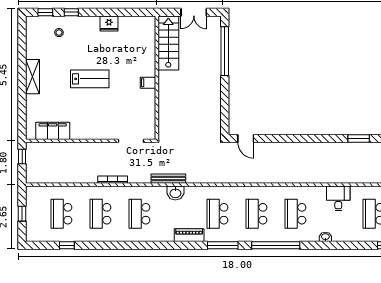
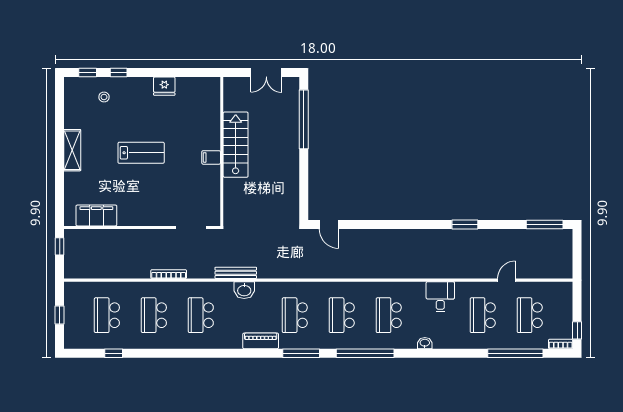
stairs: (168, 43) -> (236, 145), moved

